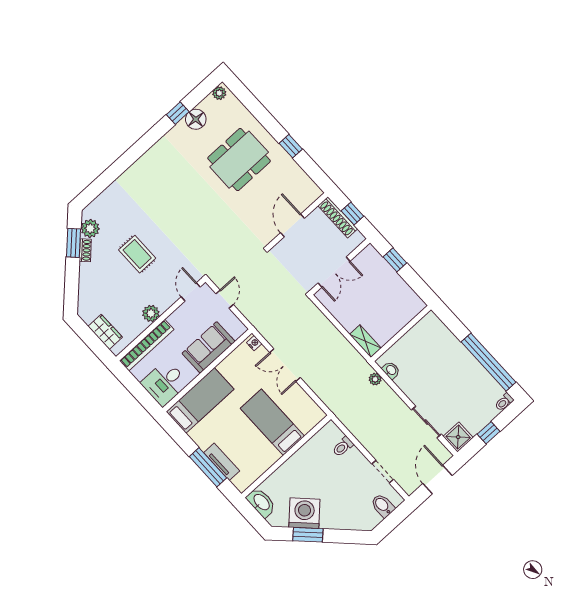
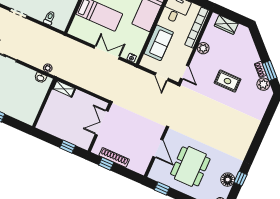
wall: (298, 221) -> (156, 153), moved
door: (292, 225) -> (158, 148), moved

